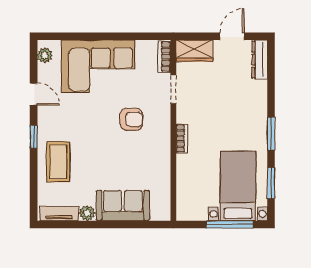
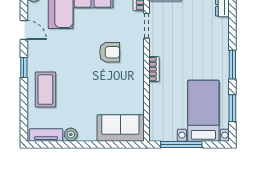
sofa: (123, 206) -> (120, 128), moved
window: (230, 224) -> (181, 145), moved

